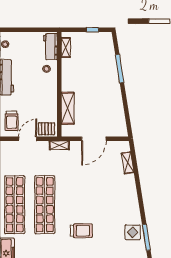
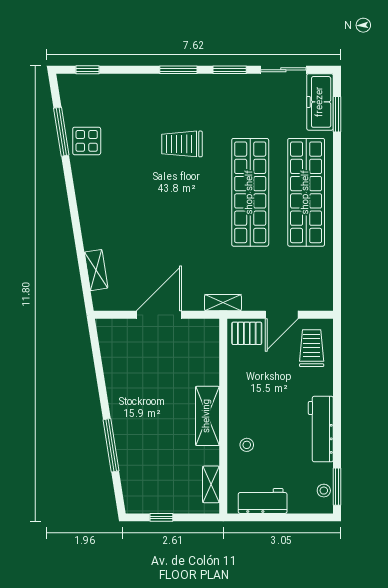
workbench: (50, 47) -> (263, 501), moved, turned -90
shelving: (68, 108) -> (207, 416), moved

